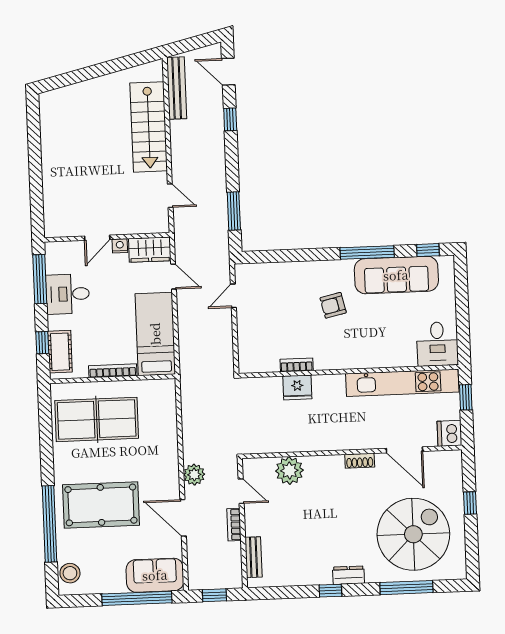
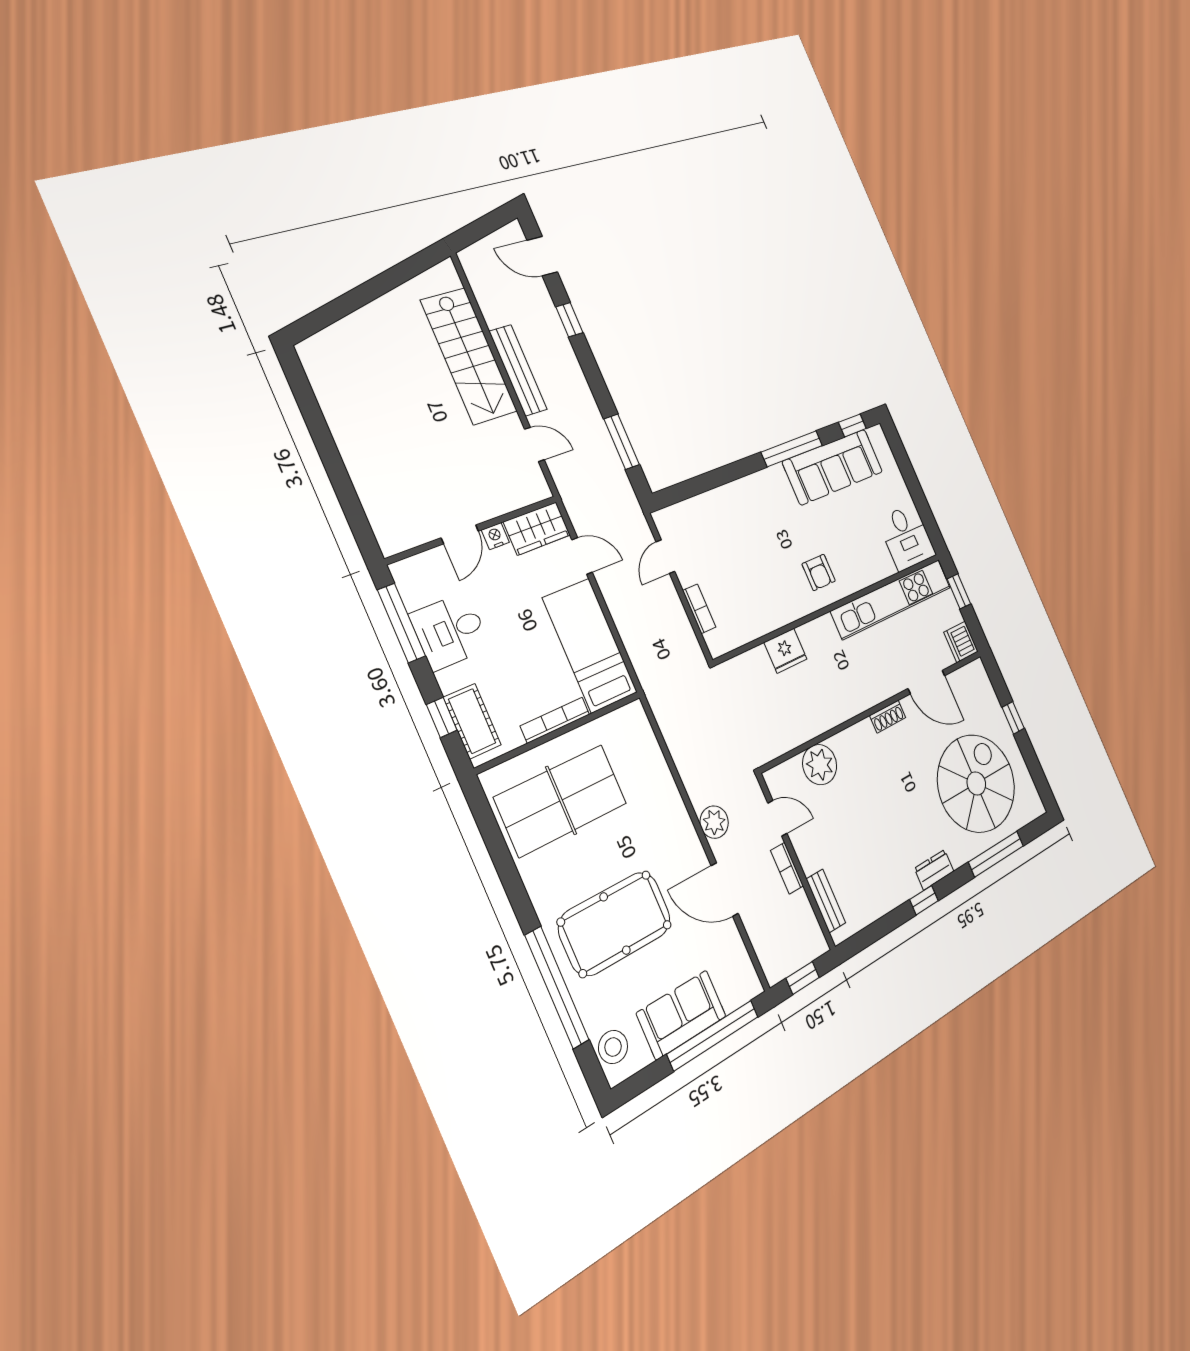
bench: (177, 88) -> (518, 370), moved
armchair: (333, 305) -> (819, 572), moved, turned -77
bookcase: (297, 365) -> (699, 609), moved, turned 90
sofa: (155, 575) -> (681, 1015), moved

